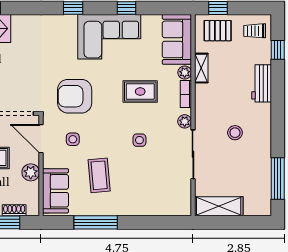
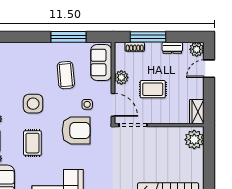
rug: (140, 92) -> (32, 143), turned 90
armchair: (75, 96) -> (76, 130), moved
side table: (139, 140) -> (33, 104), width x1.87, depth x1.87

